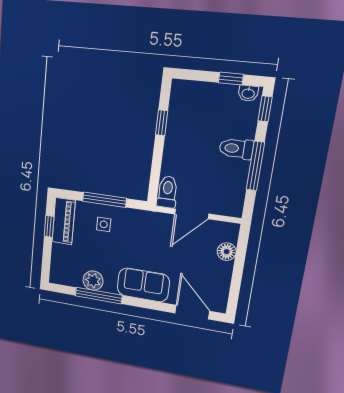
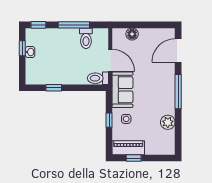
washbasin: (248, 93) -> (30, 52), moved
toilet: (236, 149) -> (86, 38), moved
window: (104, 200) -> (109, 120), width x0.46
sofa: (143, 285) -> (122, 90), moved, turned 180
window: (99, 296) -> (178, 92), moved

